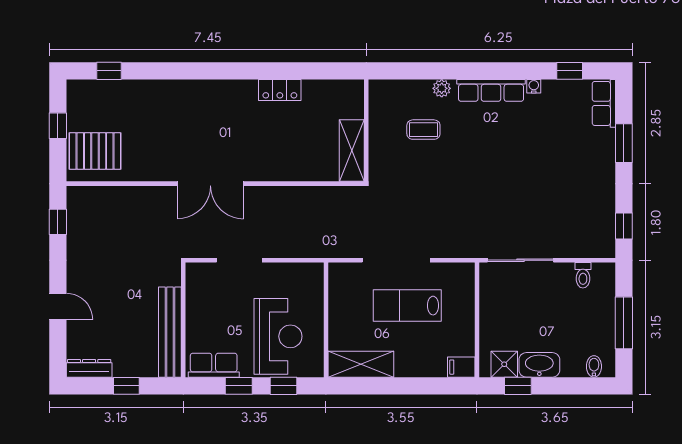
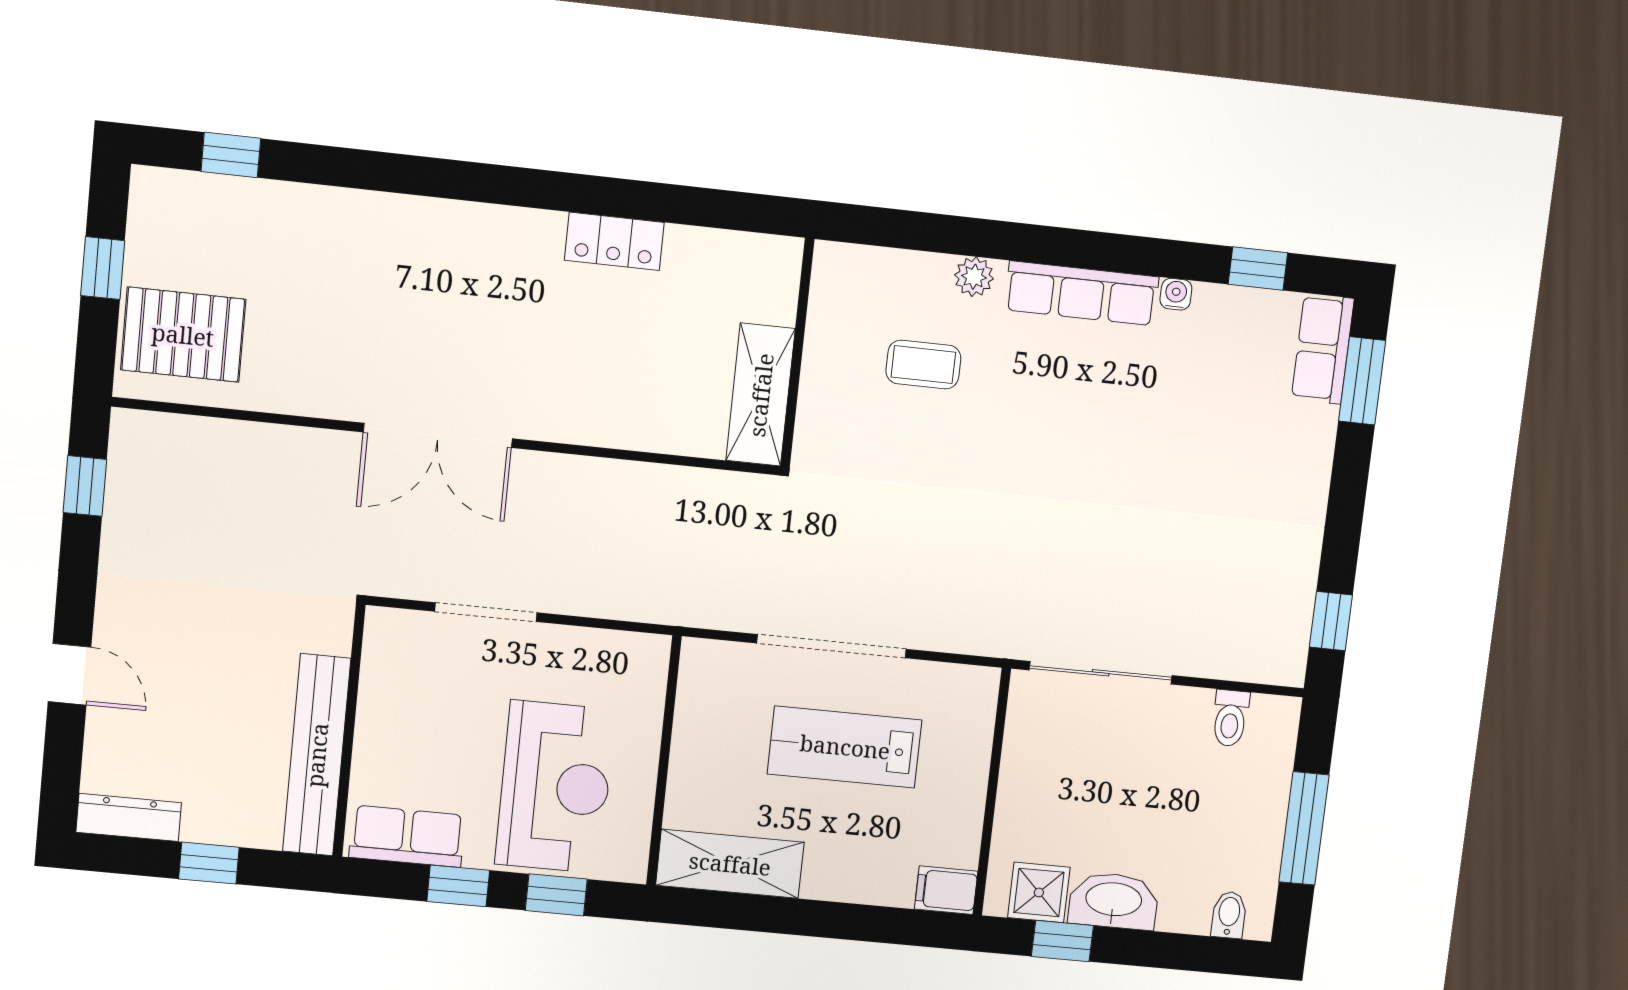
window: (624, 143) -> (1362, 381), moved

